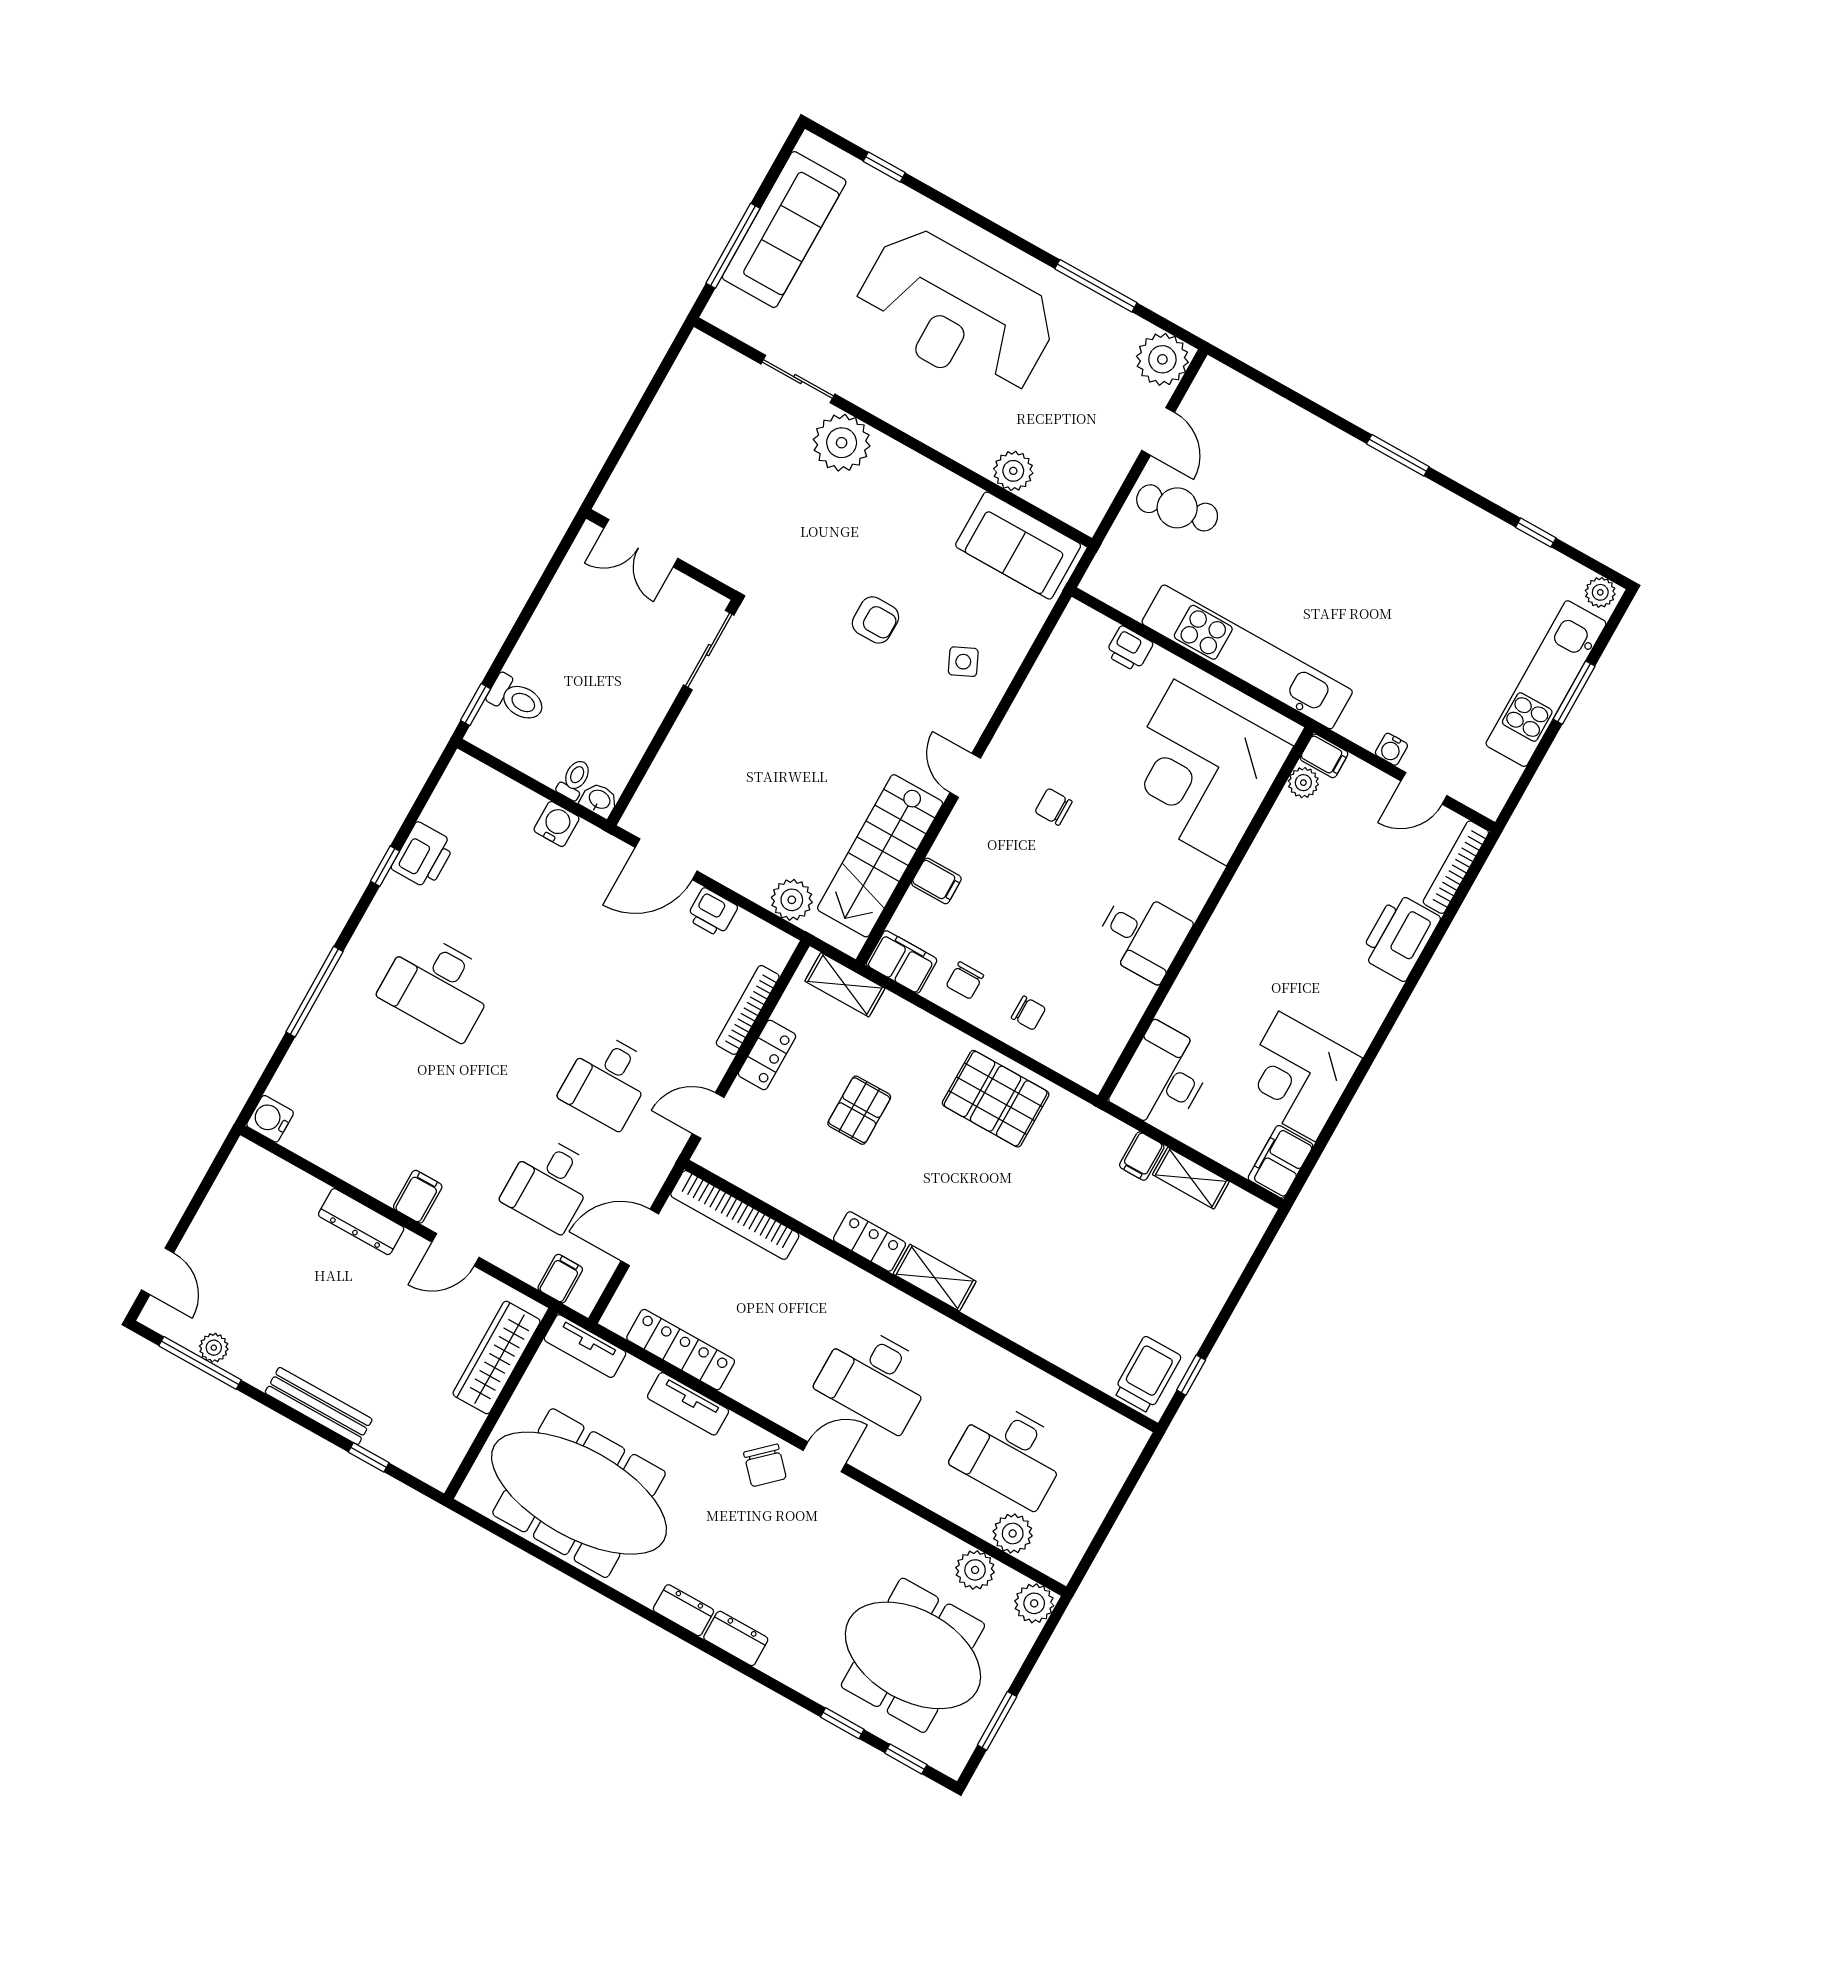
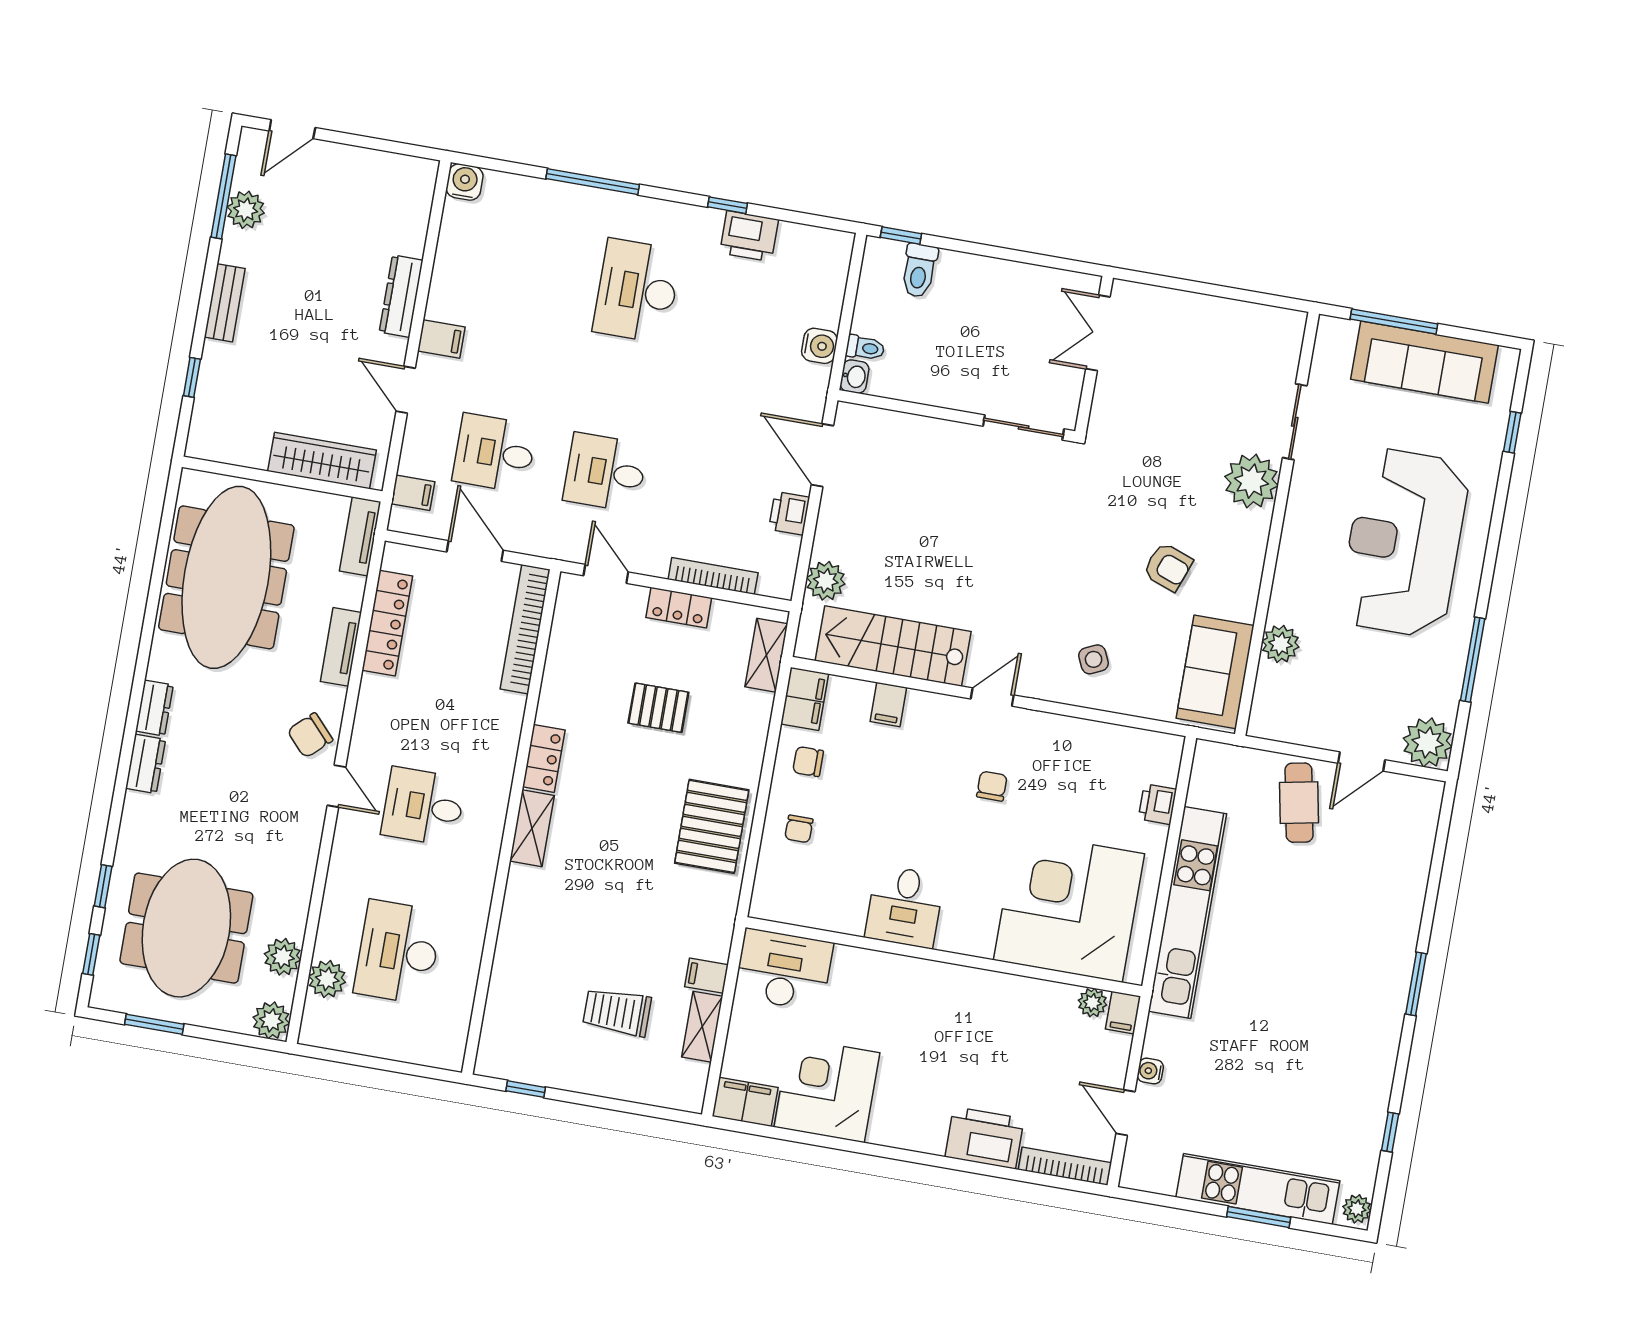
armchair: (875, 620) -> (1168, 567), moved, turned -70
plant: (214, 1348) -> (246, 210), width x1.38, depth x1.38
trolley: (1147, 1375) -> (617, 1012), moved, turned 180
desk: (875, 1378) -> (423, 807), width x0.73
bench: (319, 1406) -> (225, 303), width x0.73

